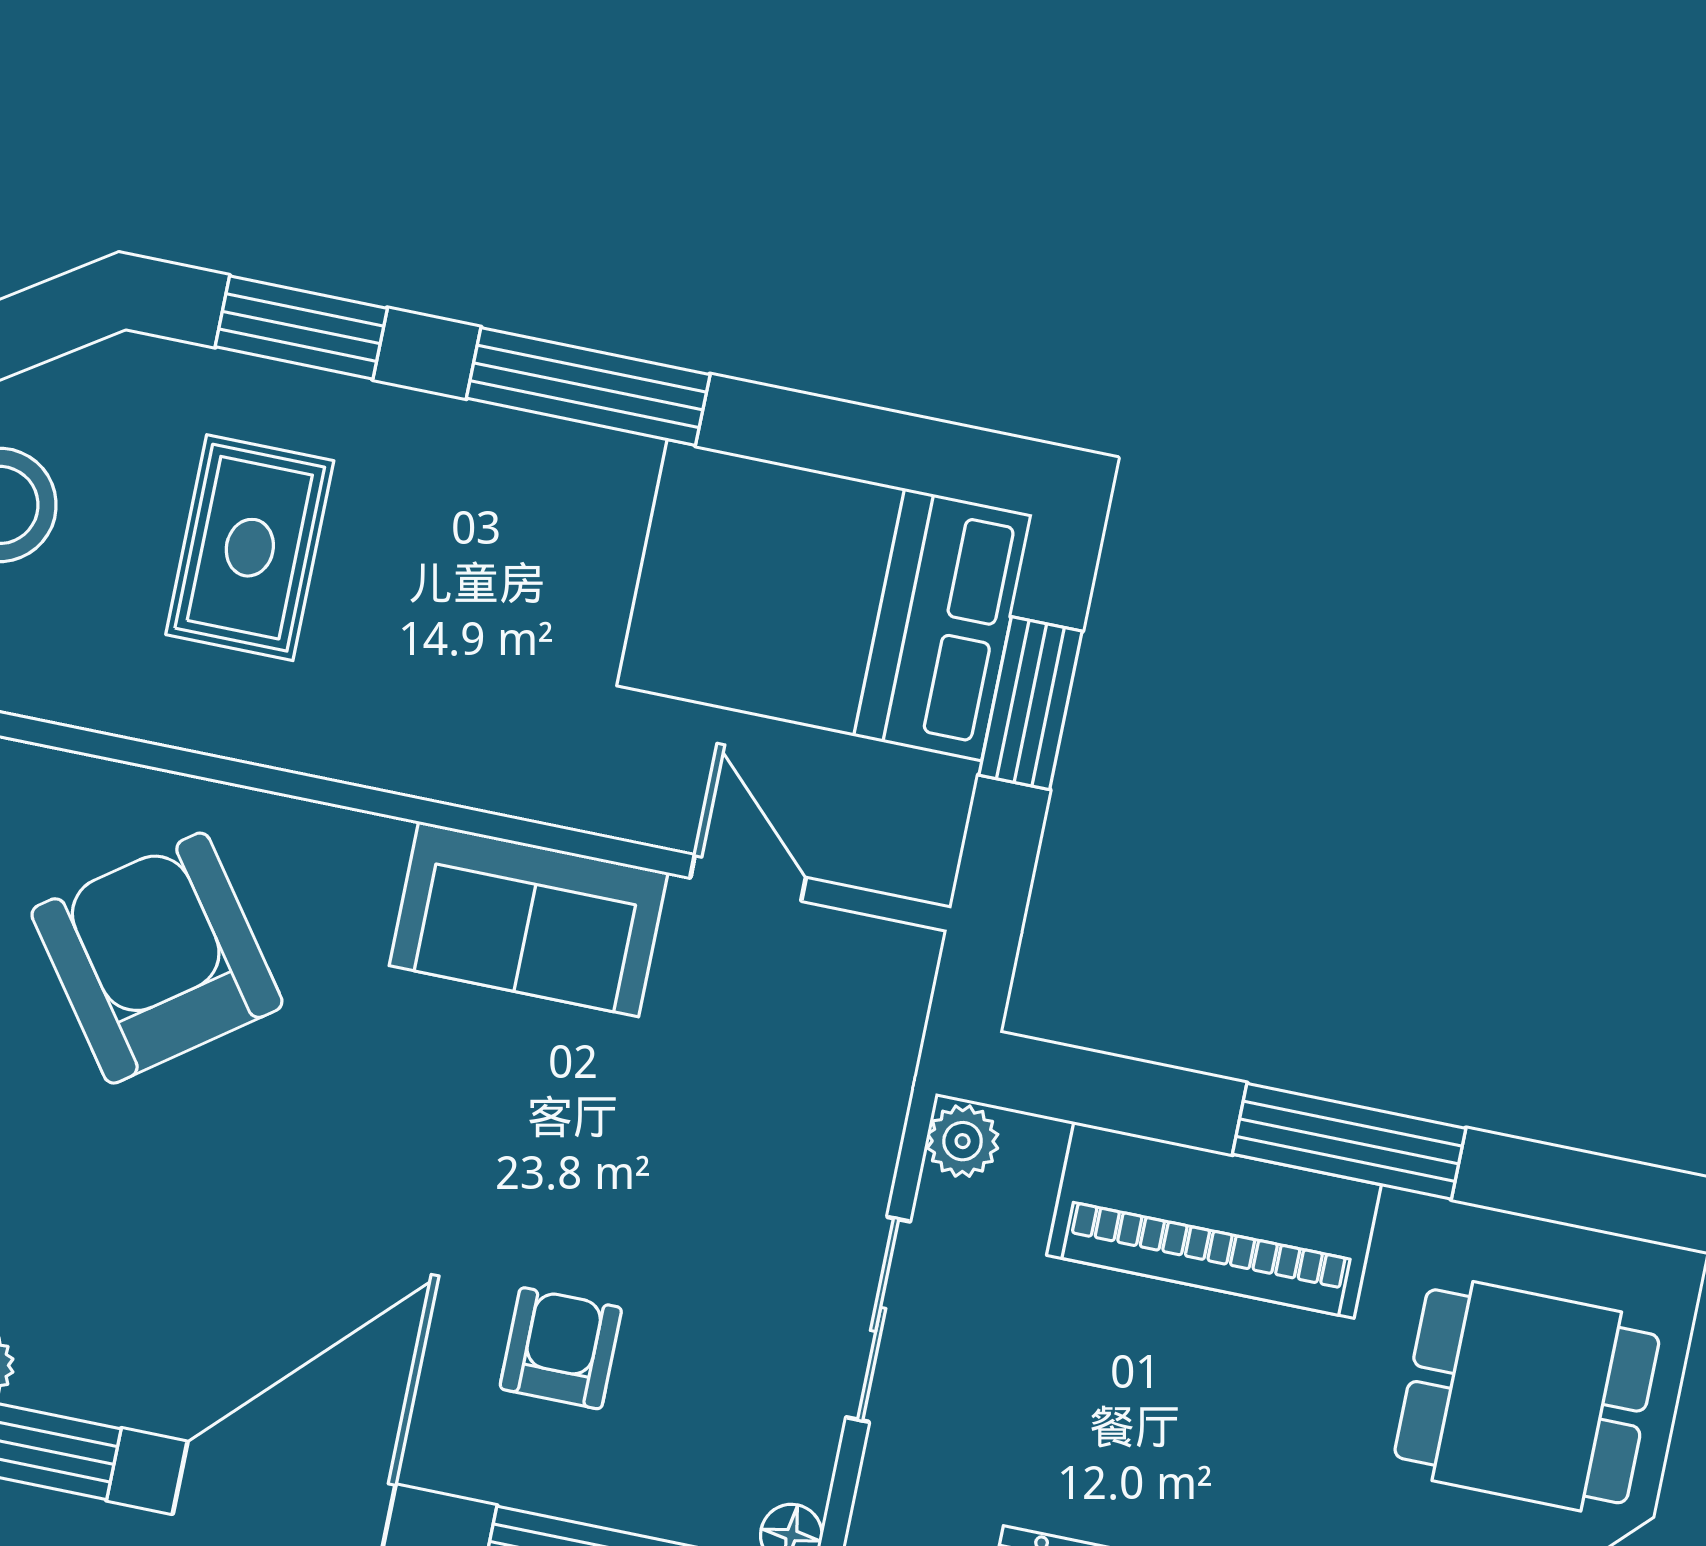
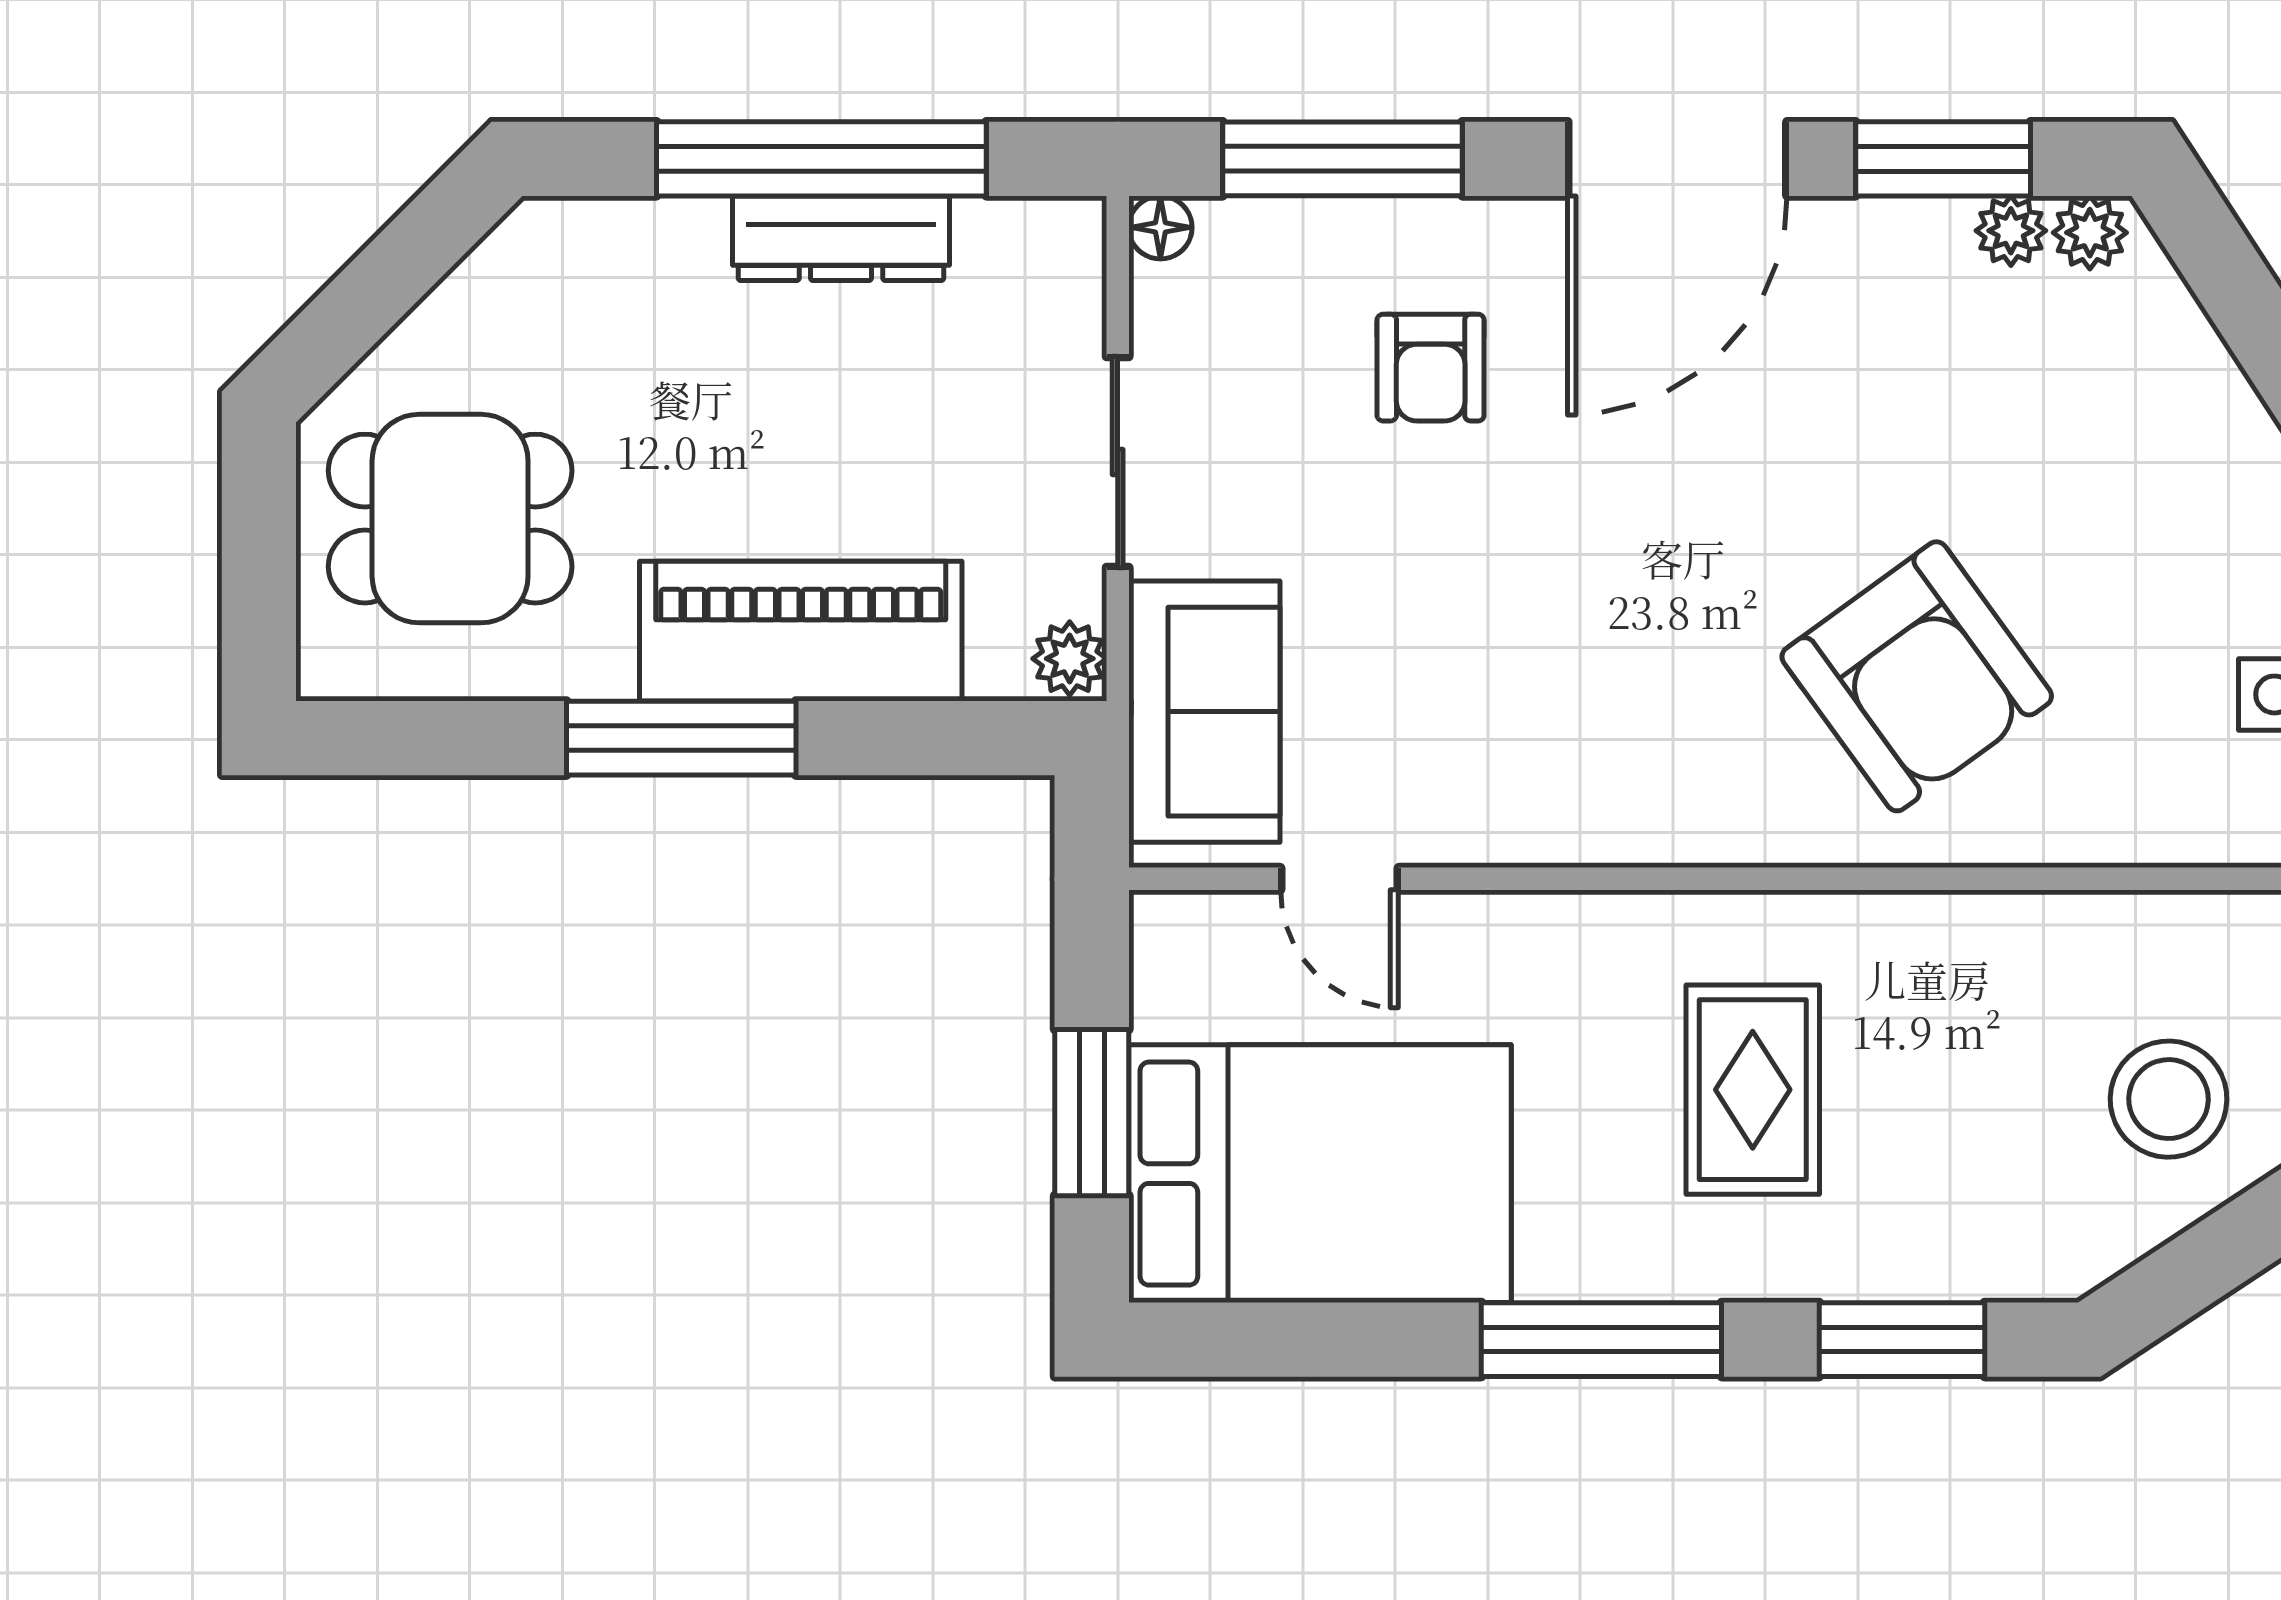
rug: (250, 548) -> (1753, 1090), moved
sofa: (529, 919) -> (1204, 712), moved, turned 90

